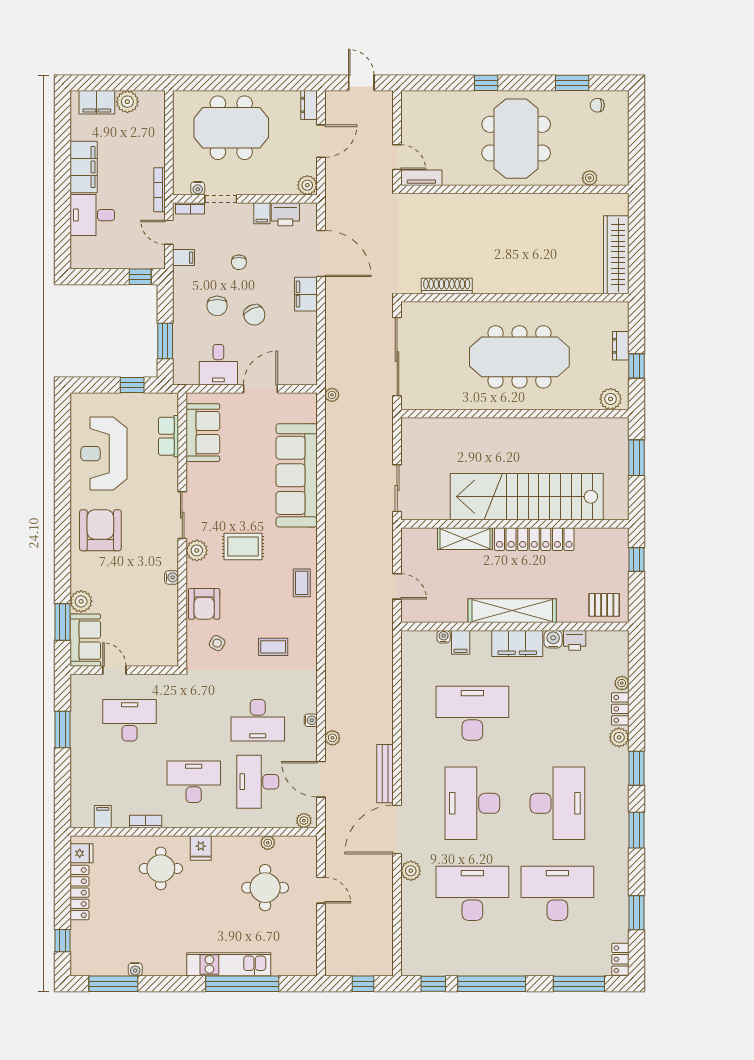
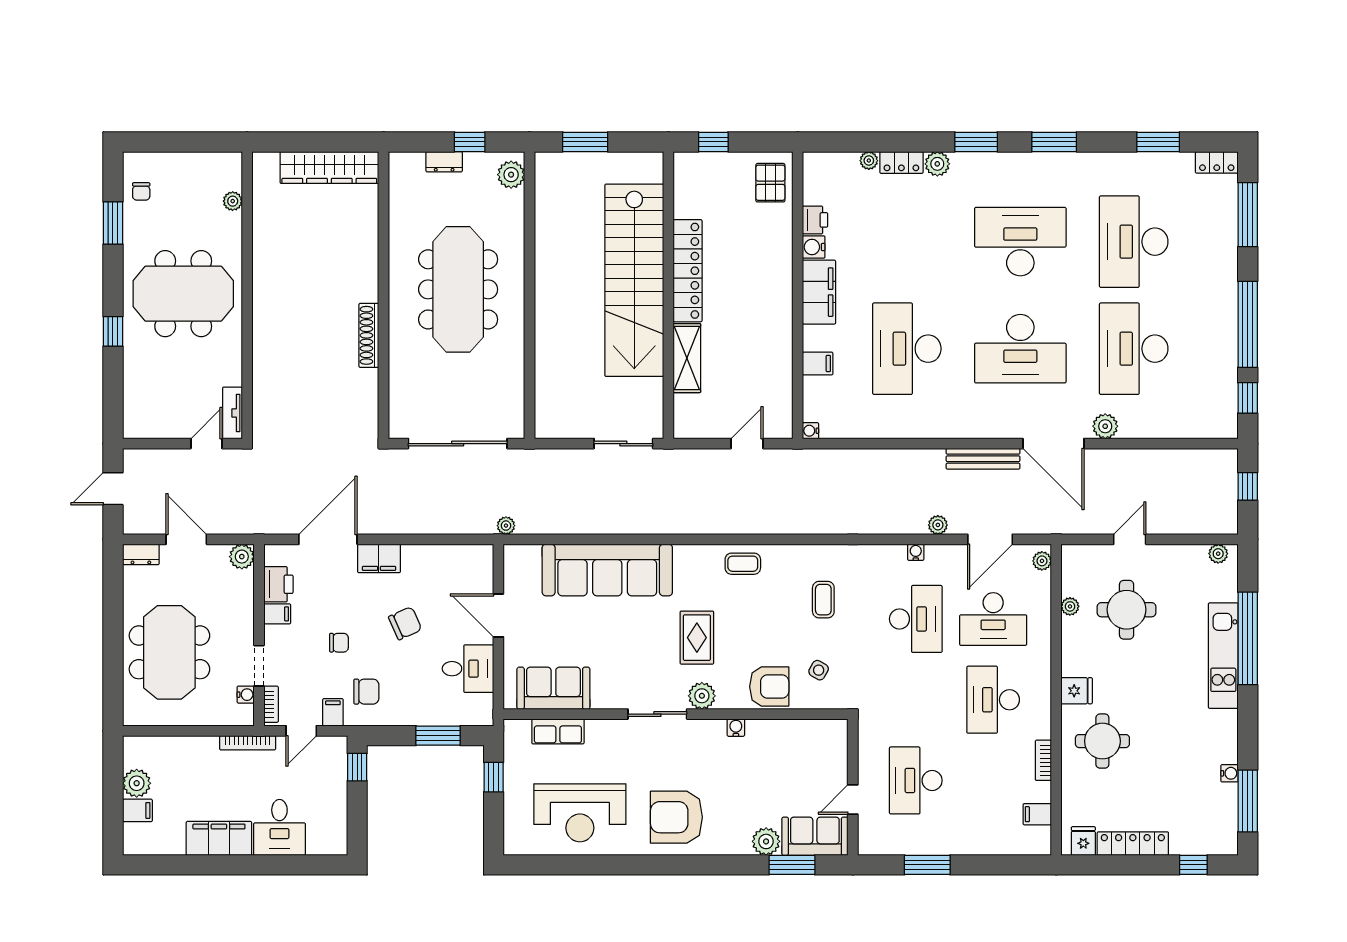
filing cabinet: (97, 102) -> (137, 810), width x0.50
shoe rack: (447, 286) -> (369, 335), moved
chair: (217, 306) -> (366, 692), moved
shelving: (512, 611) -> (778, 298), removed
water cooler: (444, 637) -> (811, 431), moved
plant: (310, 960) -> (1218, 554), added

